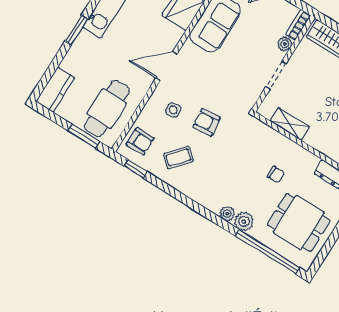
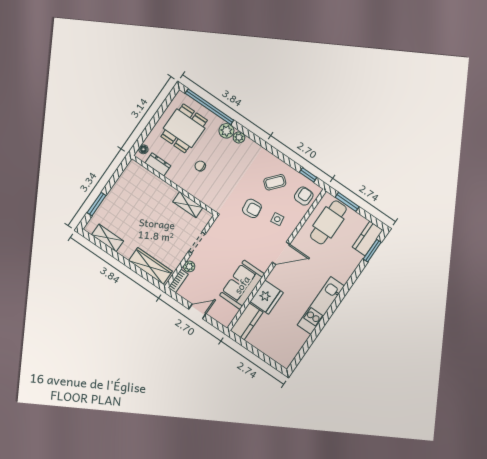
window: (76, 30) -> (372, 251), moved
armchair: (140, 141) -> (304, 196), turned 90
dining table: (299, 222) -> (184, 128), turned 90

